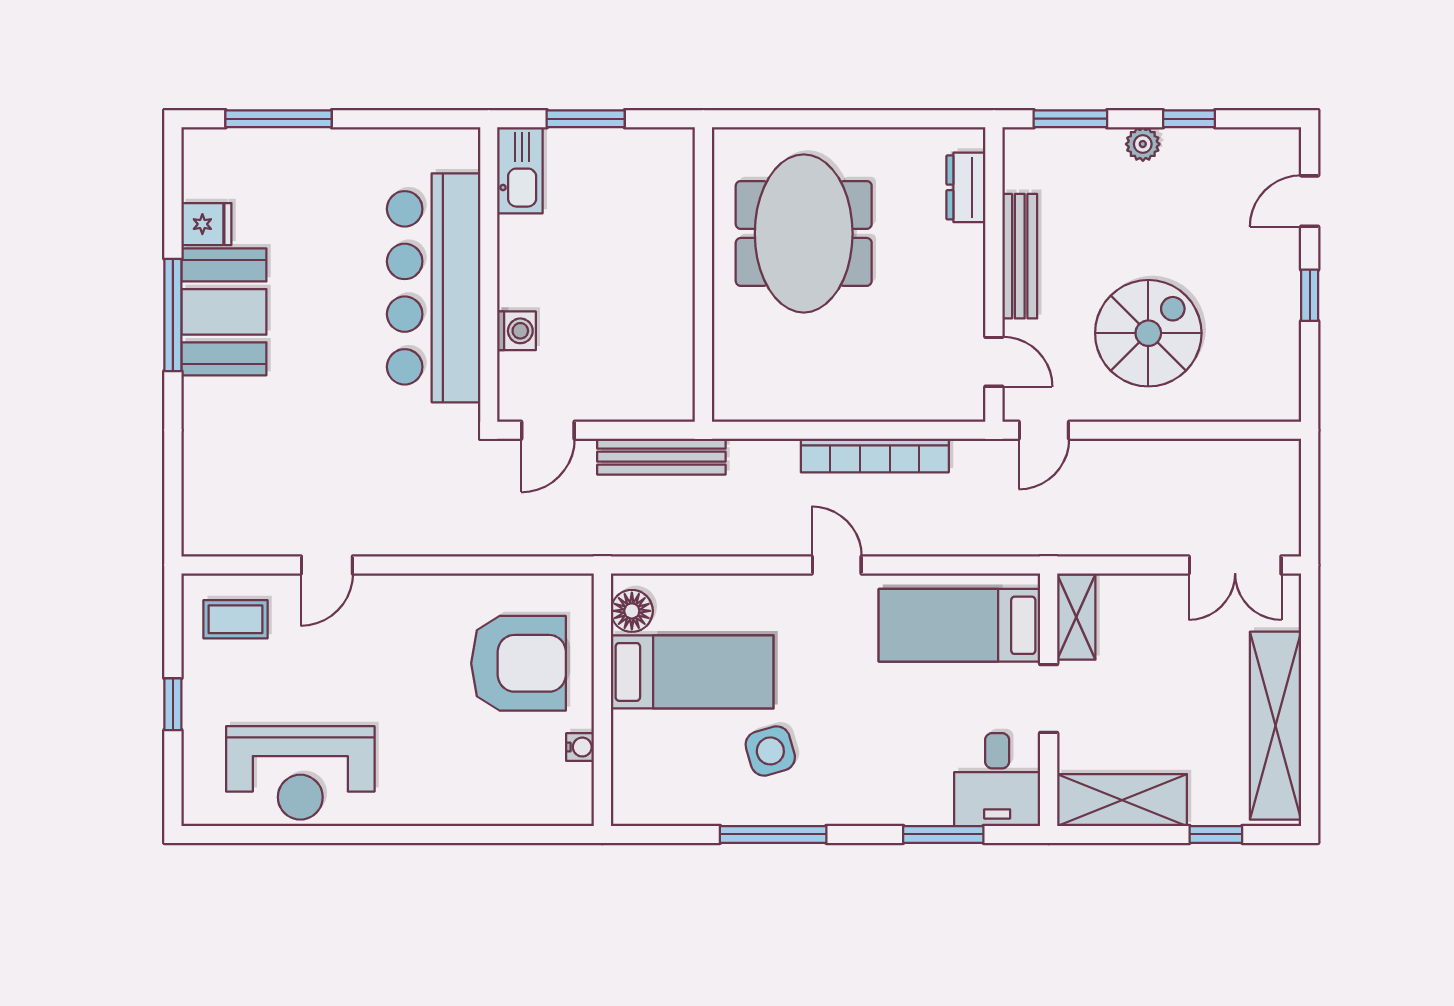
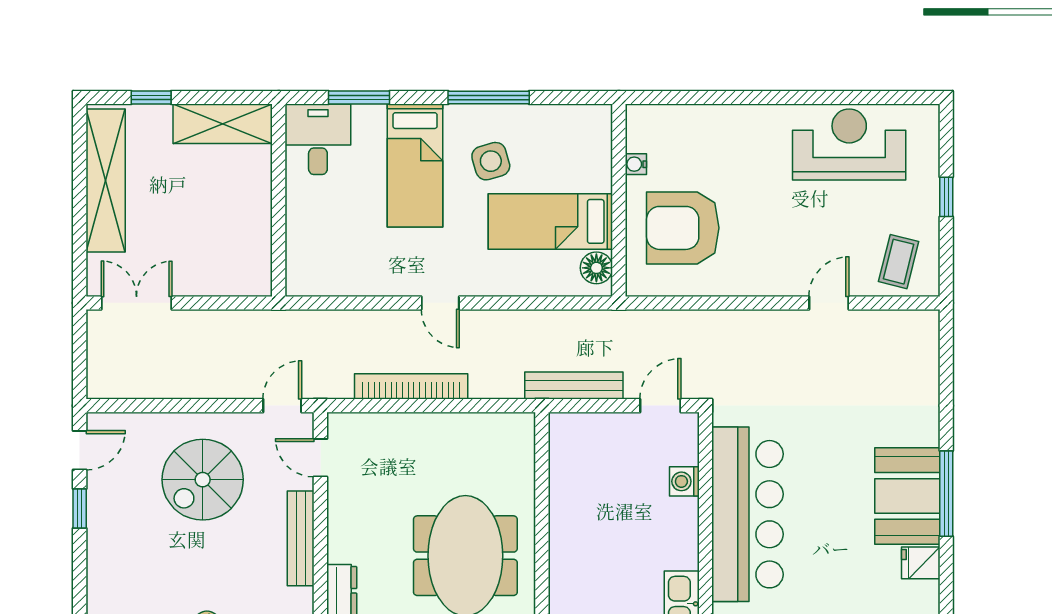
door: (1310, 201) -> (80, 450), moved
shelving: (1076, 617) -> (258, 263), removed
coffee table: (236, 619) -> (899, 262), turned -76
bed: (959, 625) -> (415, 166), moved, turned 90
doorway: (1049, 698) -> (279, 201), removed

